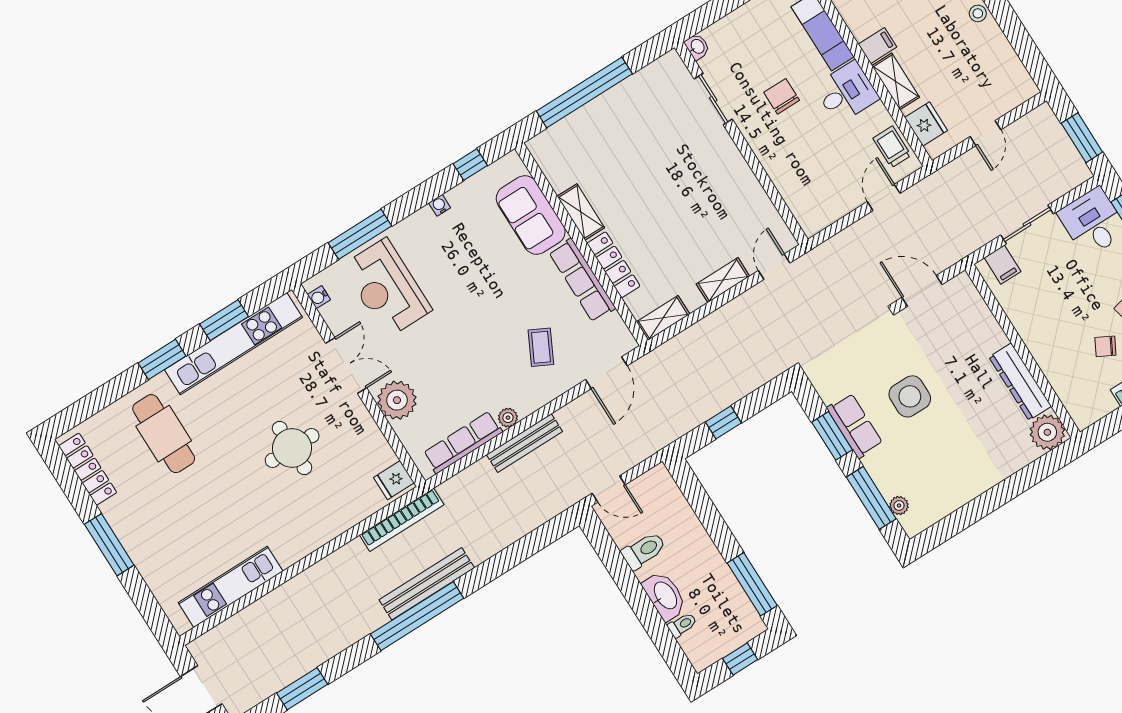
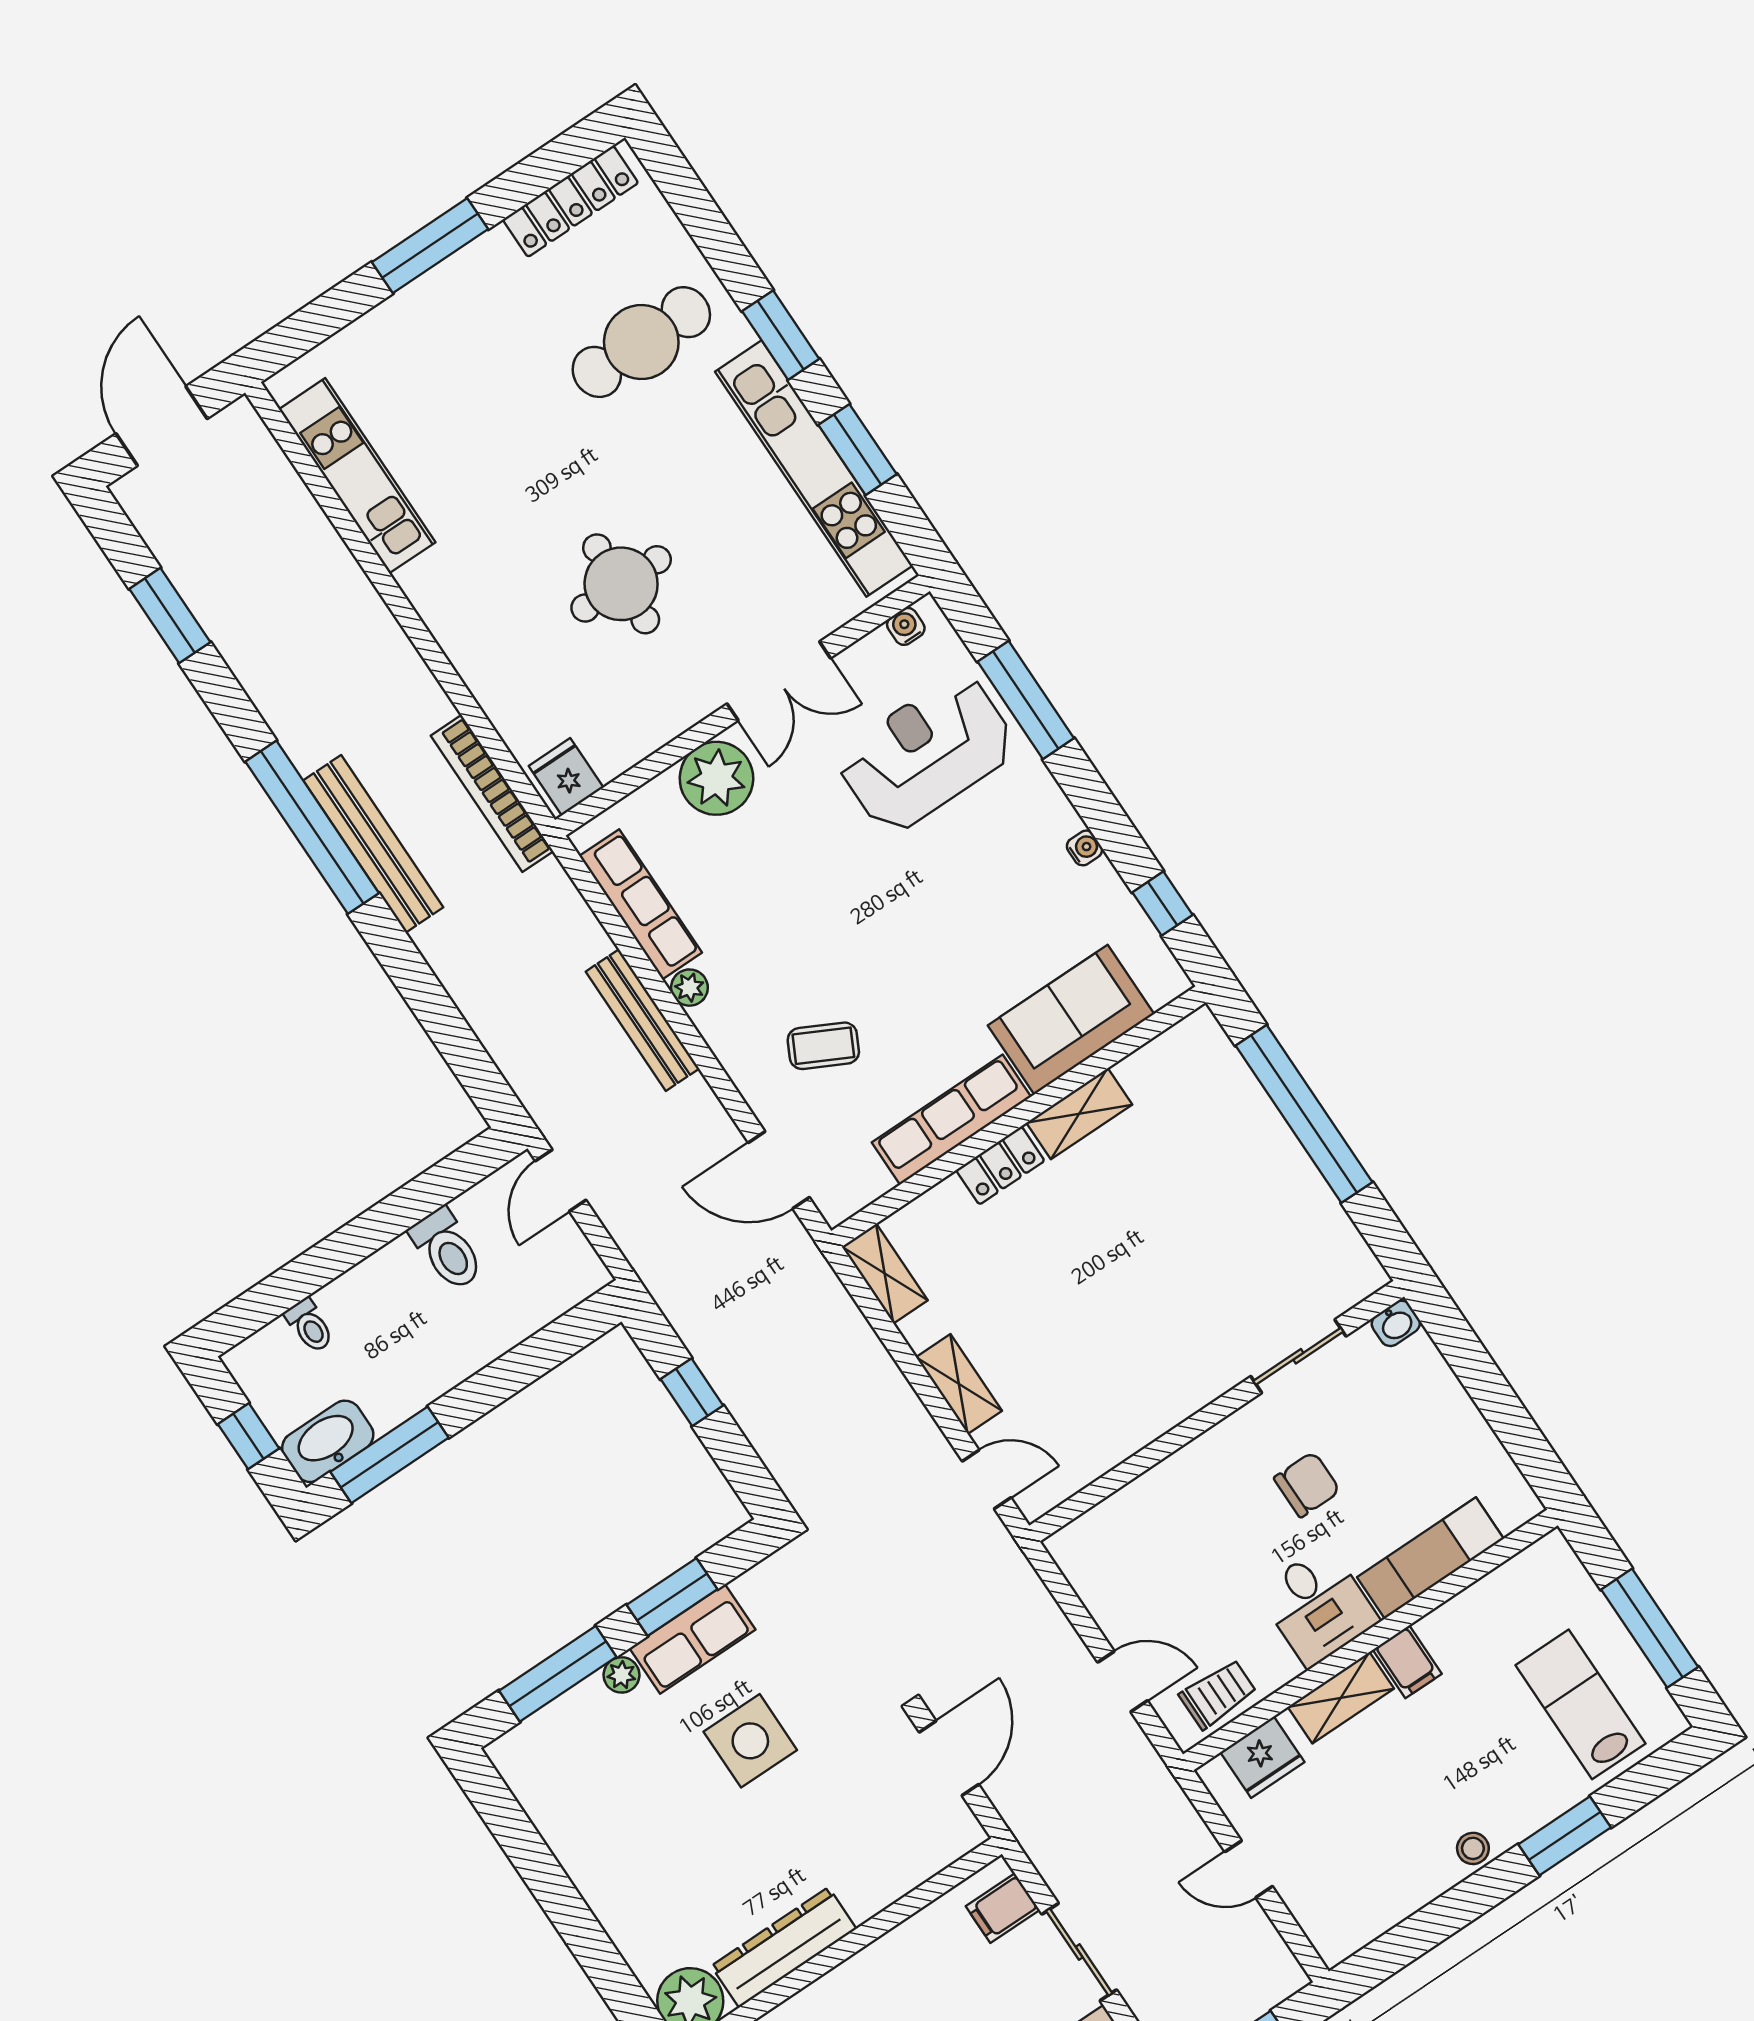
locker: (613, 265) -> (1000, 1165), width x0.66
plant: (899, 505) -> (621, 1675), moved
washbasin: (665, 596) -> (328, 1441), moved, turned 180

